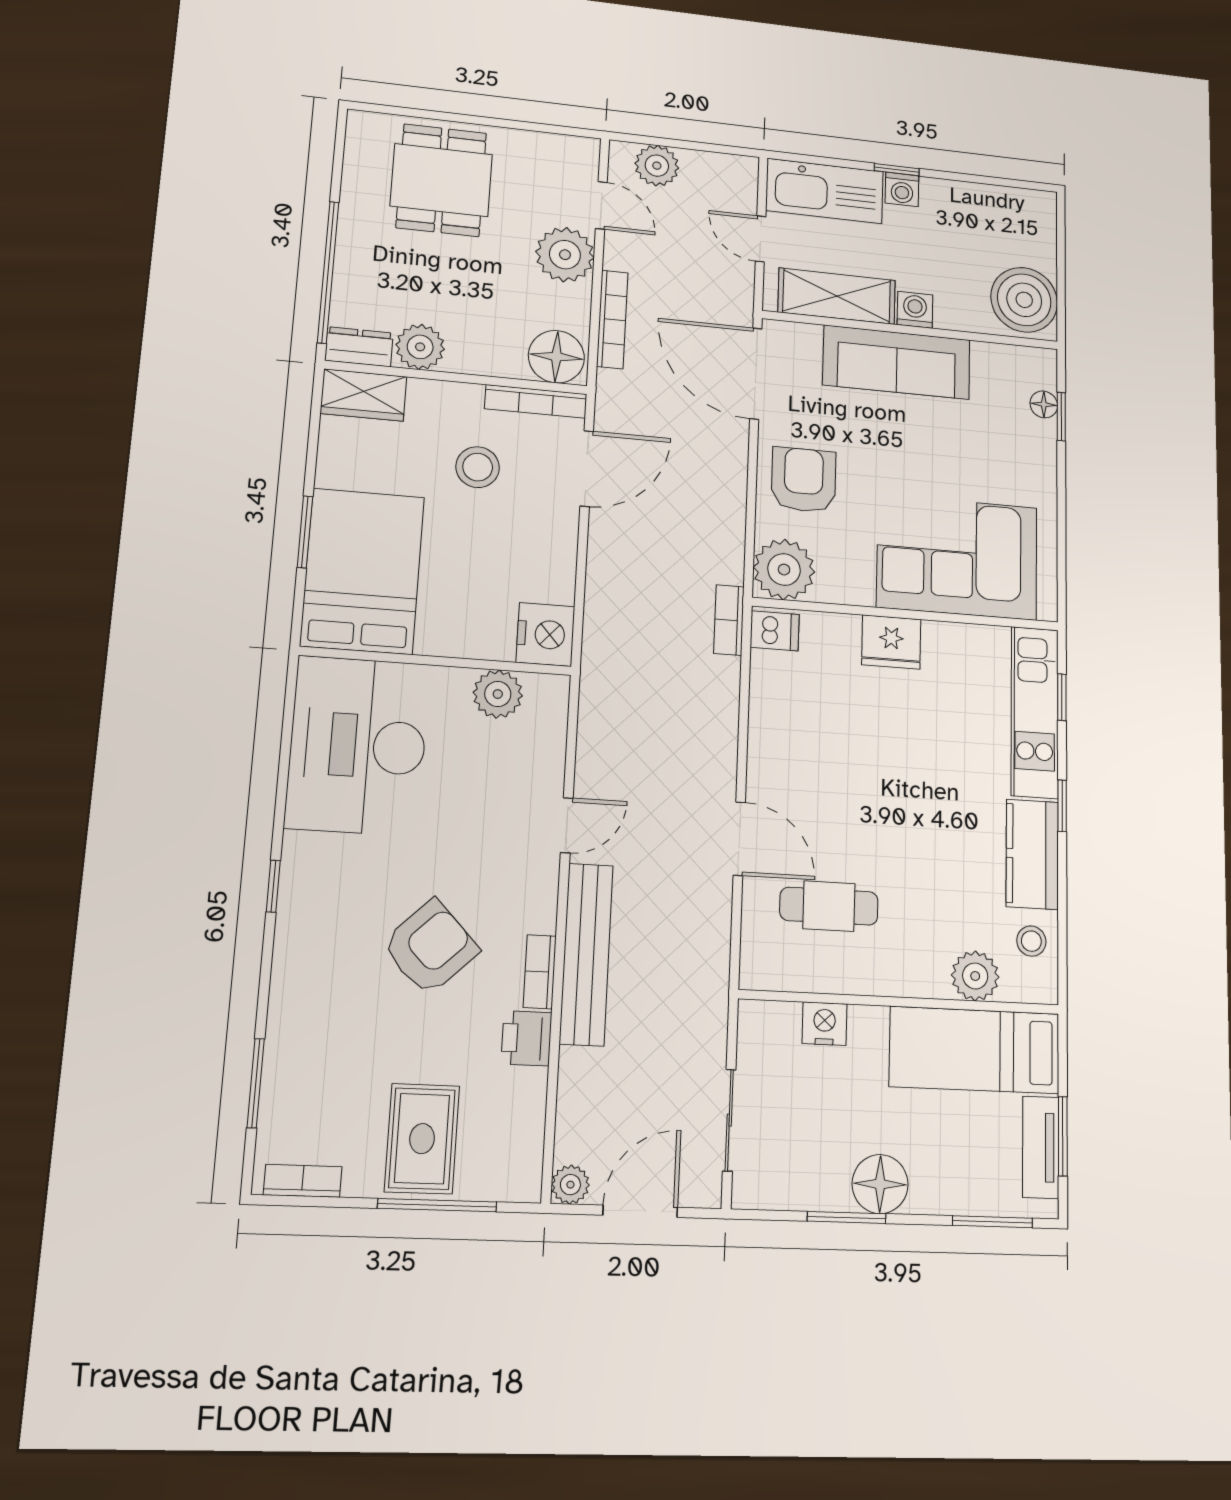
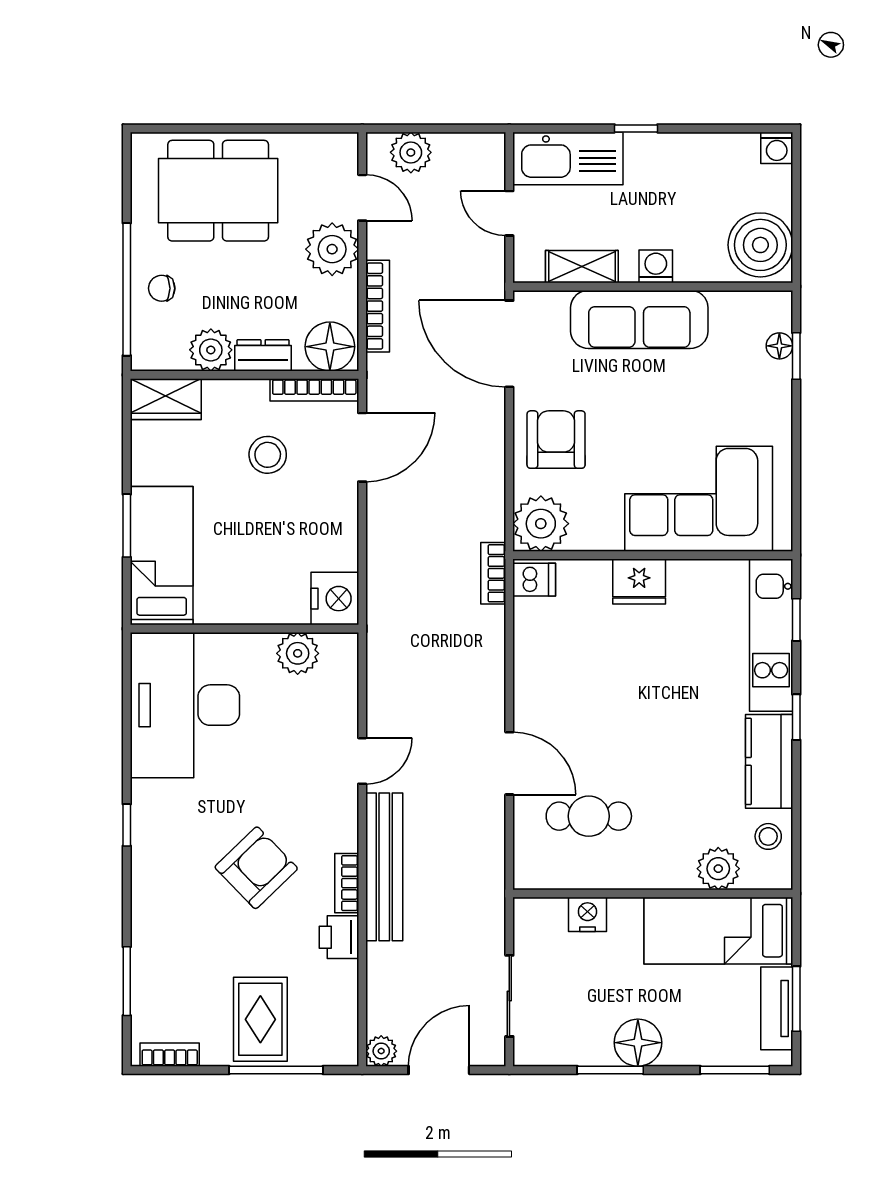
dining table: (441, 180) -> (218, 191), width x1.38
washing machine: (902, 189) -> (777, 148), moved
chair: (369, 275) -> (162, 288), added
shelving: (837, 296) -> (582, 267), width x0.67, depth x0.75
dresser: (359, 347) -> (263, 355), moved
bed: (363, 571) -> (162, 556), width x0.67

